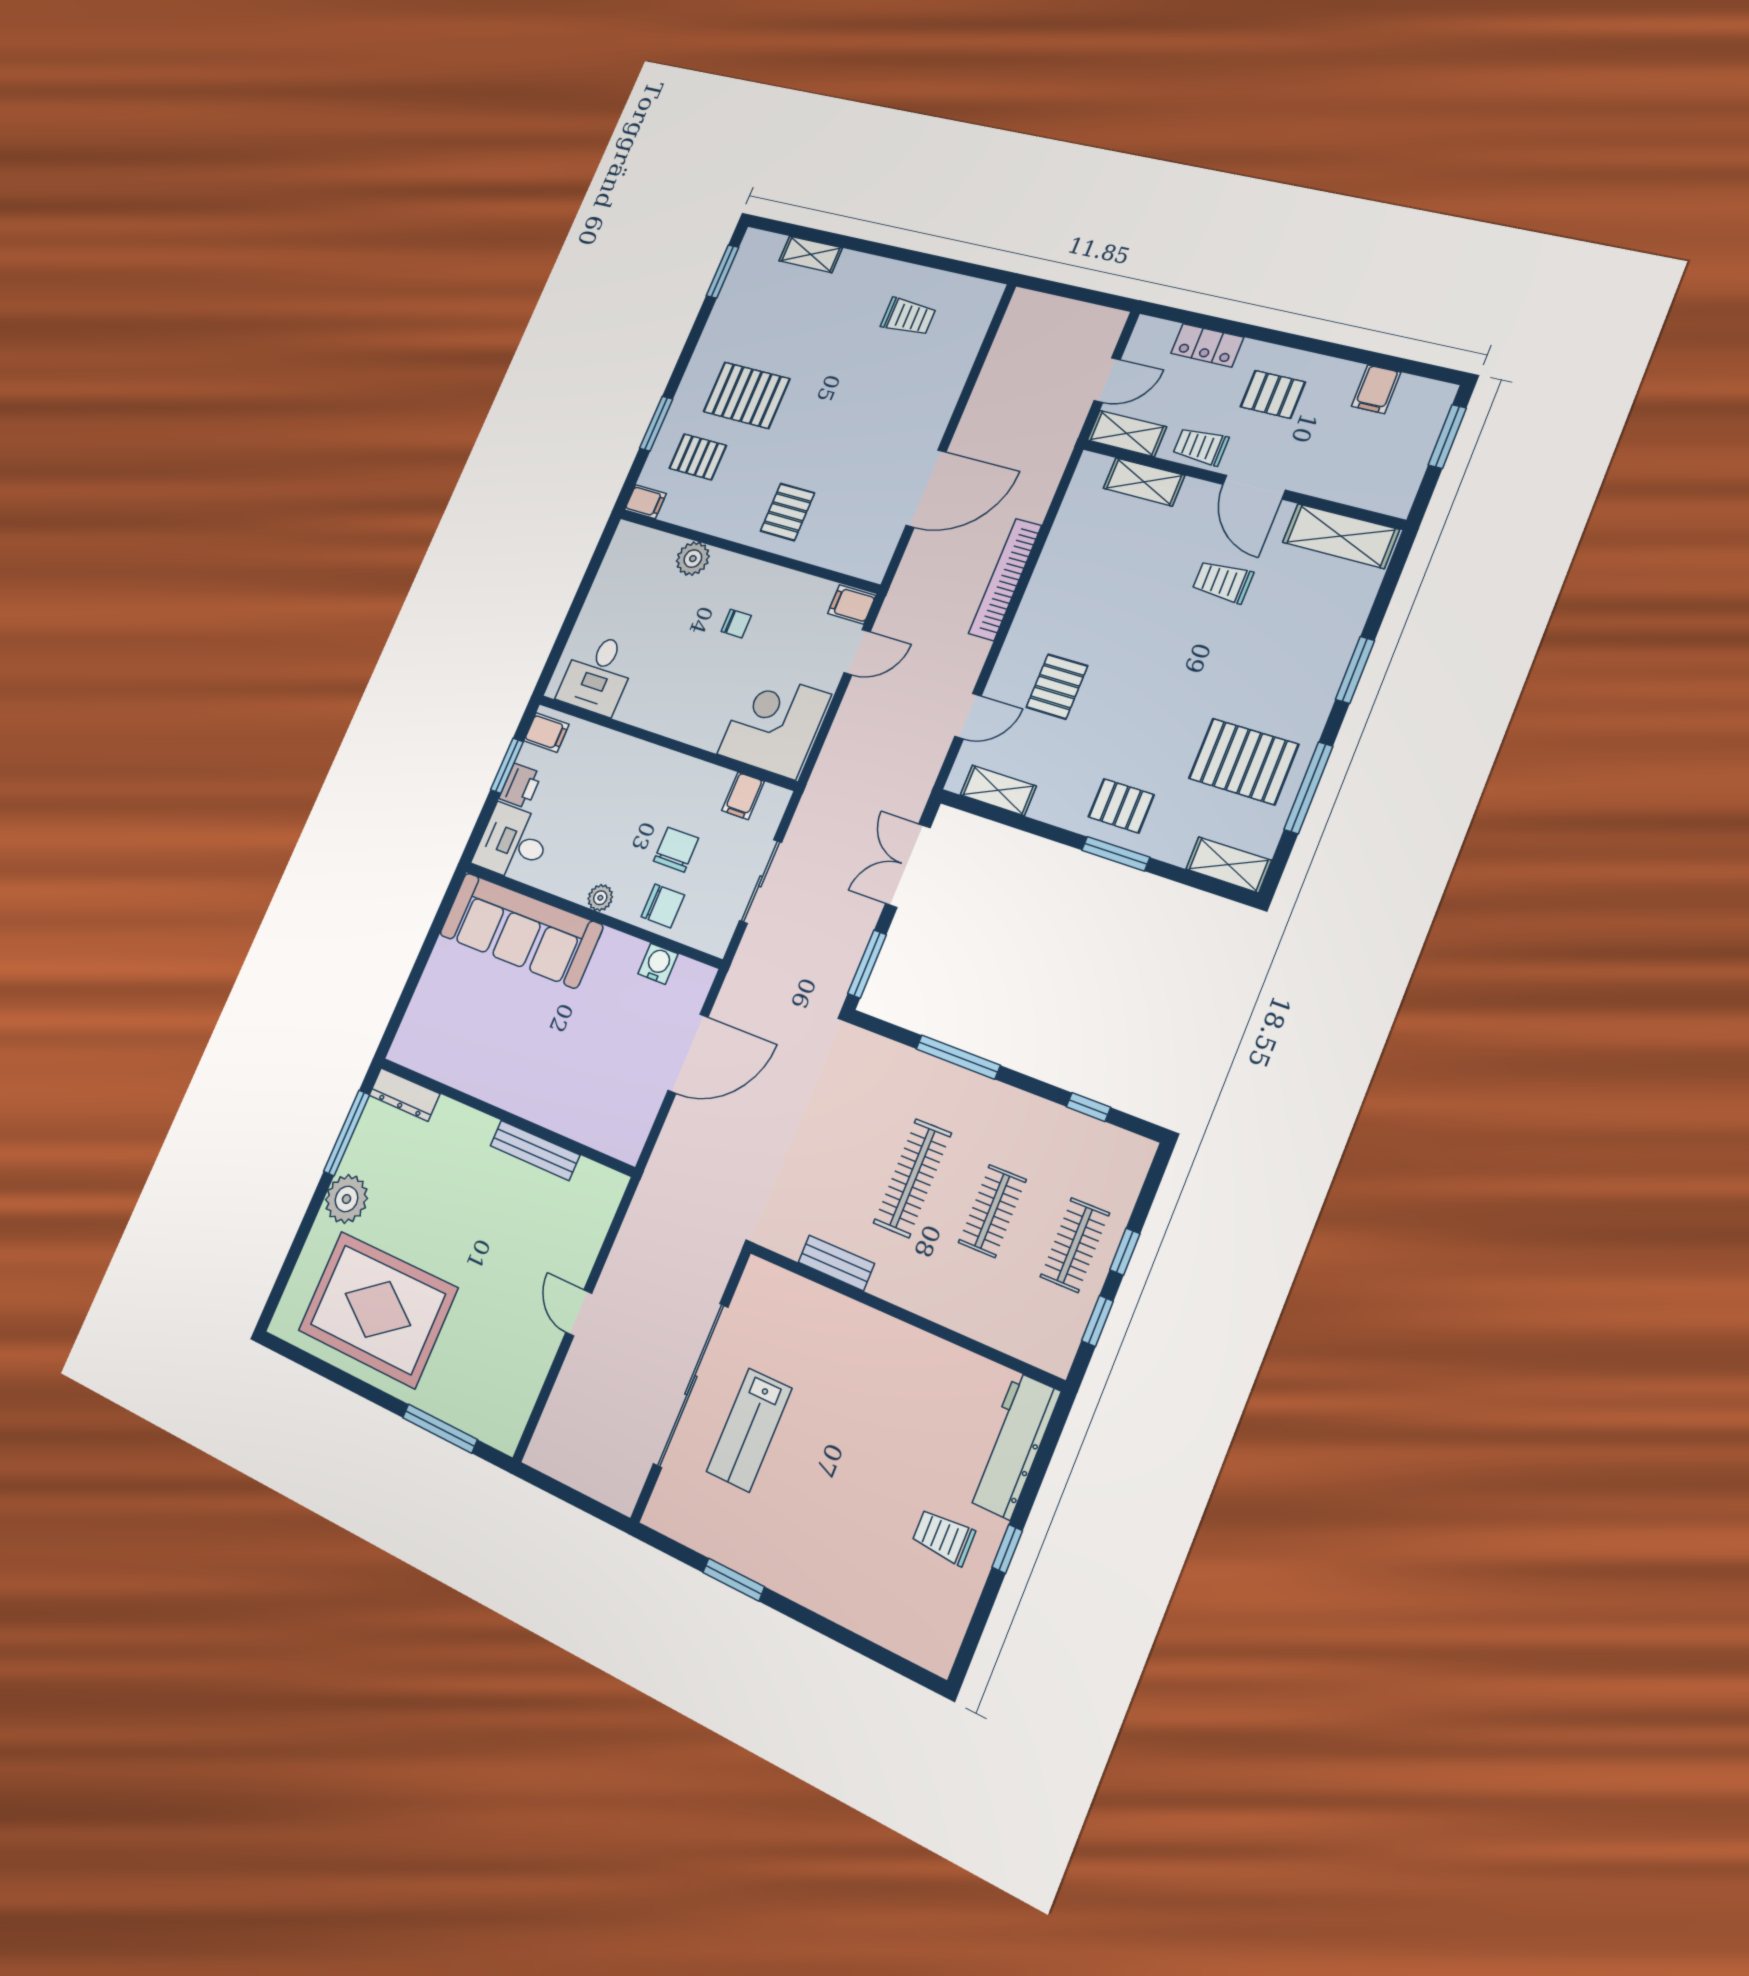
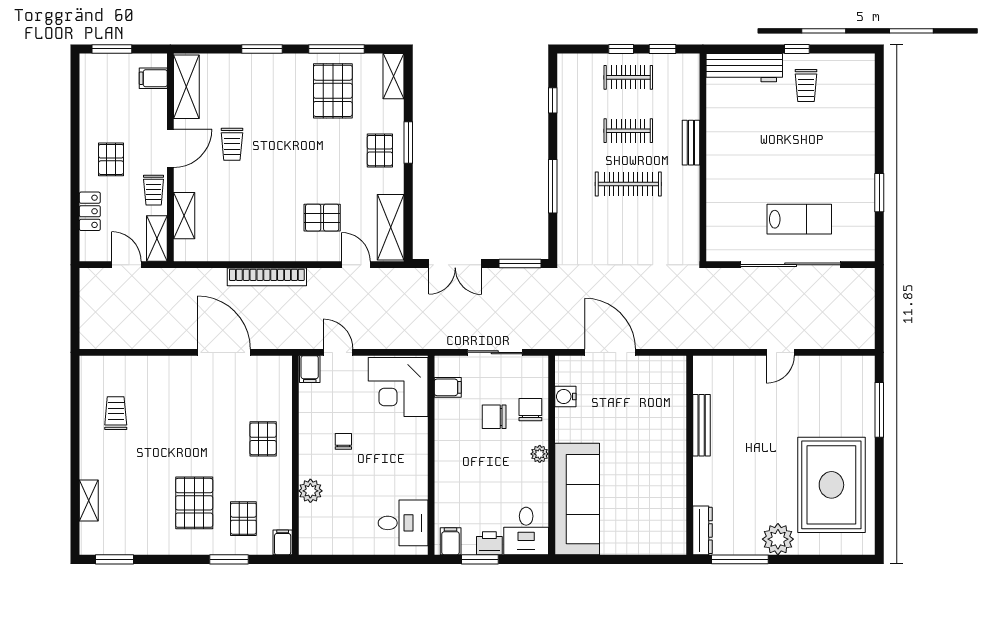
filing cabinet: (1376, 389) -> (153, 78), moved, turned 180
pallet: (787, 512) -> (263, 439), turned 90
shelving: (998, 790) -> (391, 227), width x1.50, depth x1.33
bench: (836, 1263) -> (691, 143), moved

